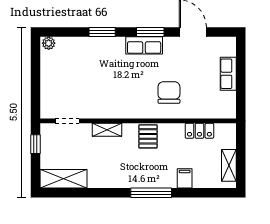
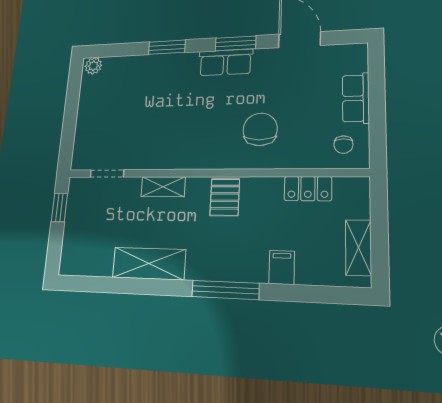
chair: (221, 103) -> (343, 145), added
shelving: (63, 179) -> (149, 264), moved

